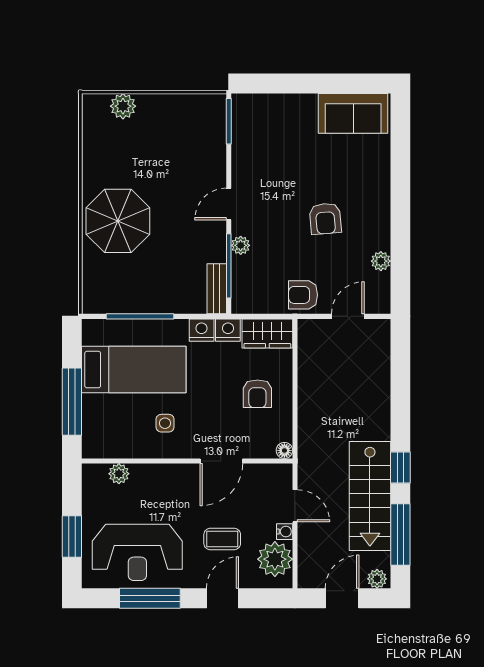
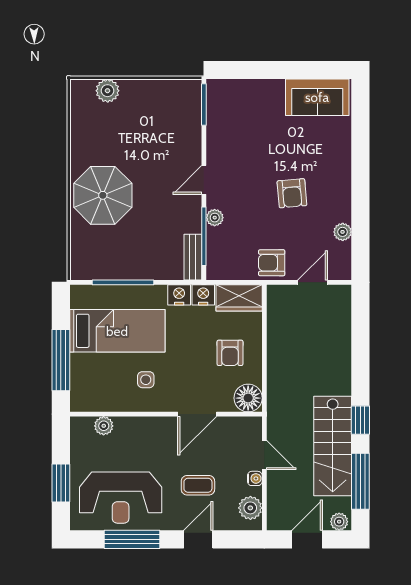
floor lamp: (284, 450) -> (248, 398), width x1.89, depth x1.89
plant: (275, 559) -> (250, 508), width x0.73, depth x0.73

